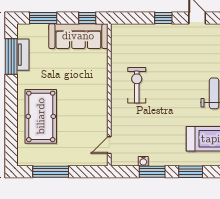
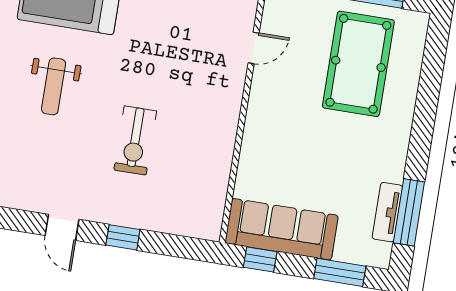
exercise bike: (137, 85) -> (135, 140), moved
pool table: (41, 116) -> (358, 64), moved
door: (109, 145) -> (254, 48), moved

